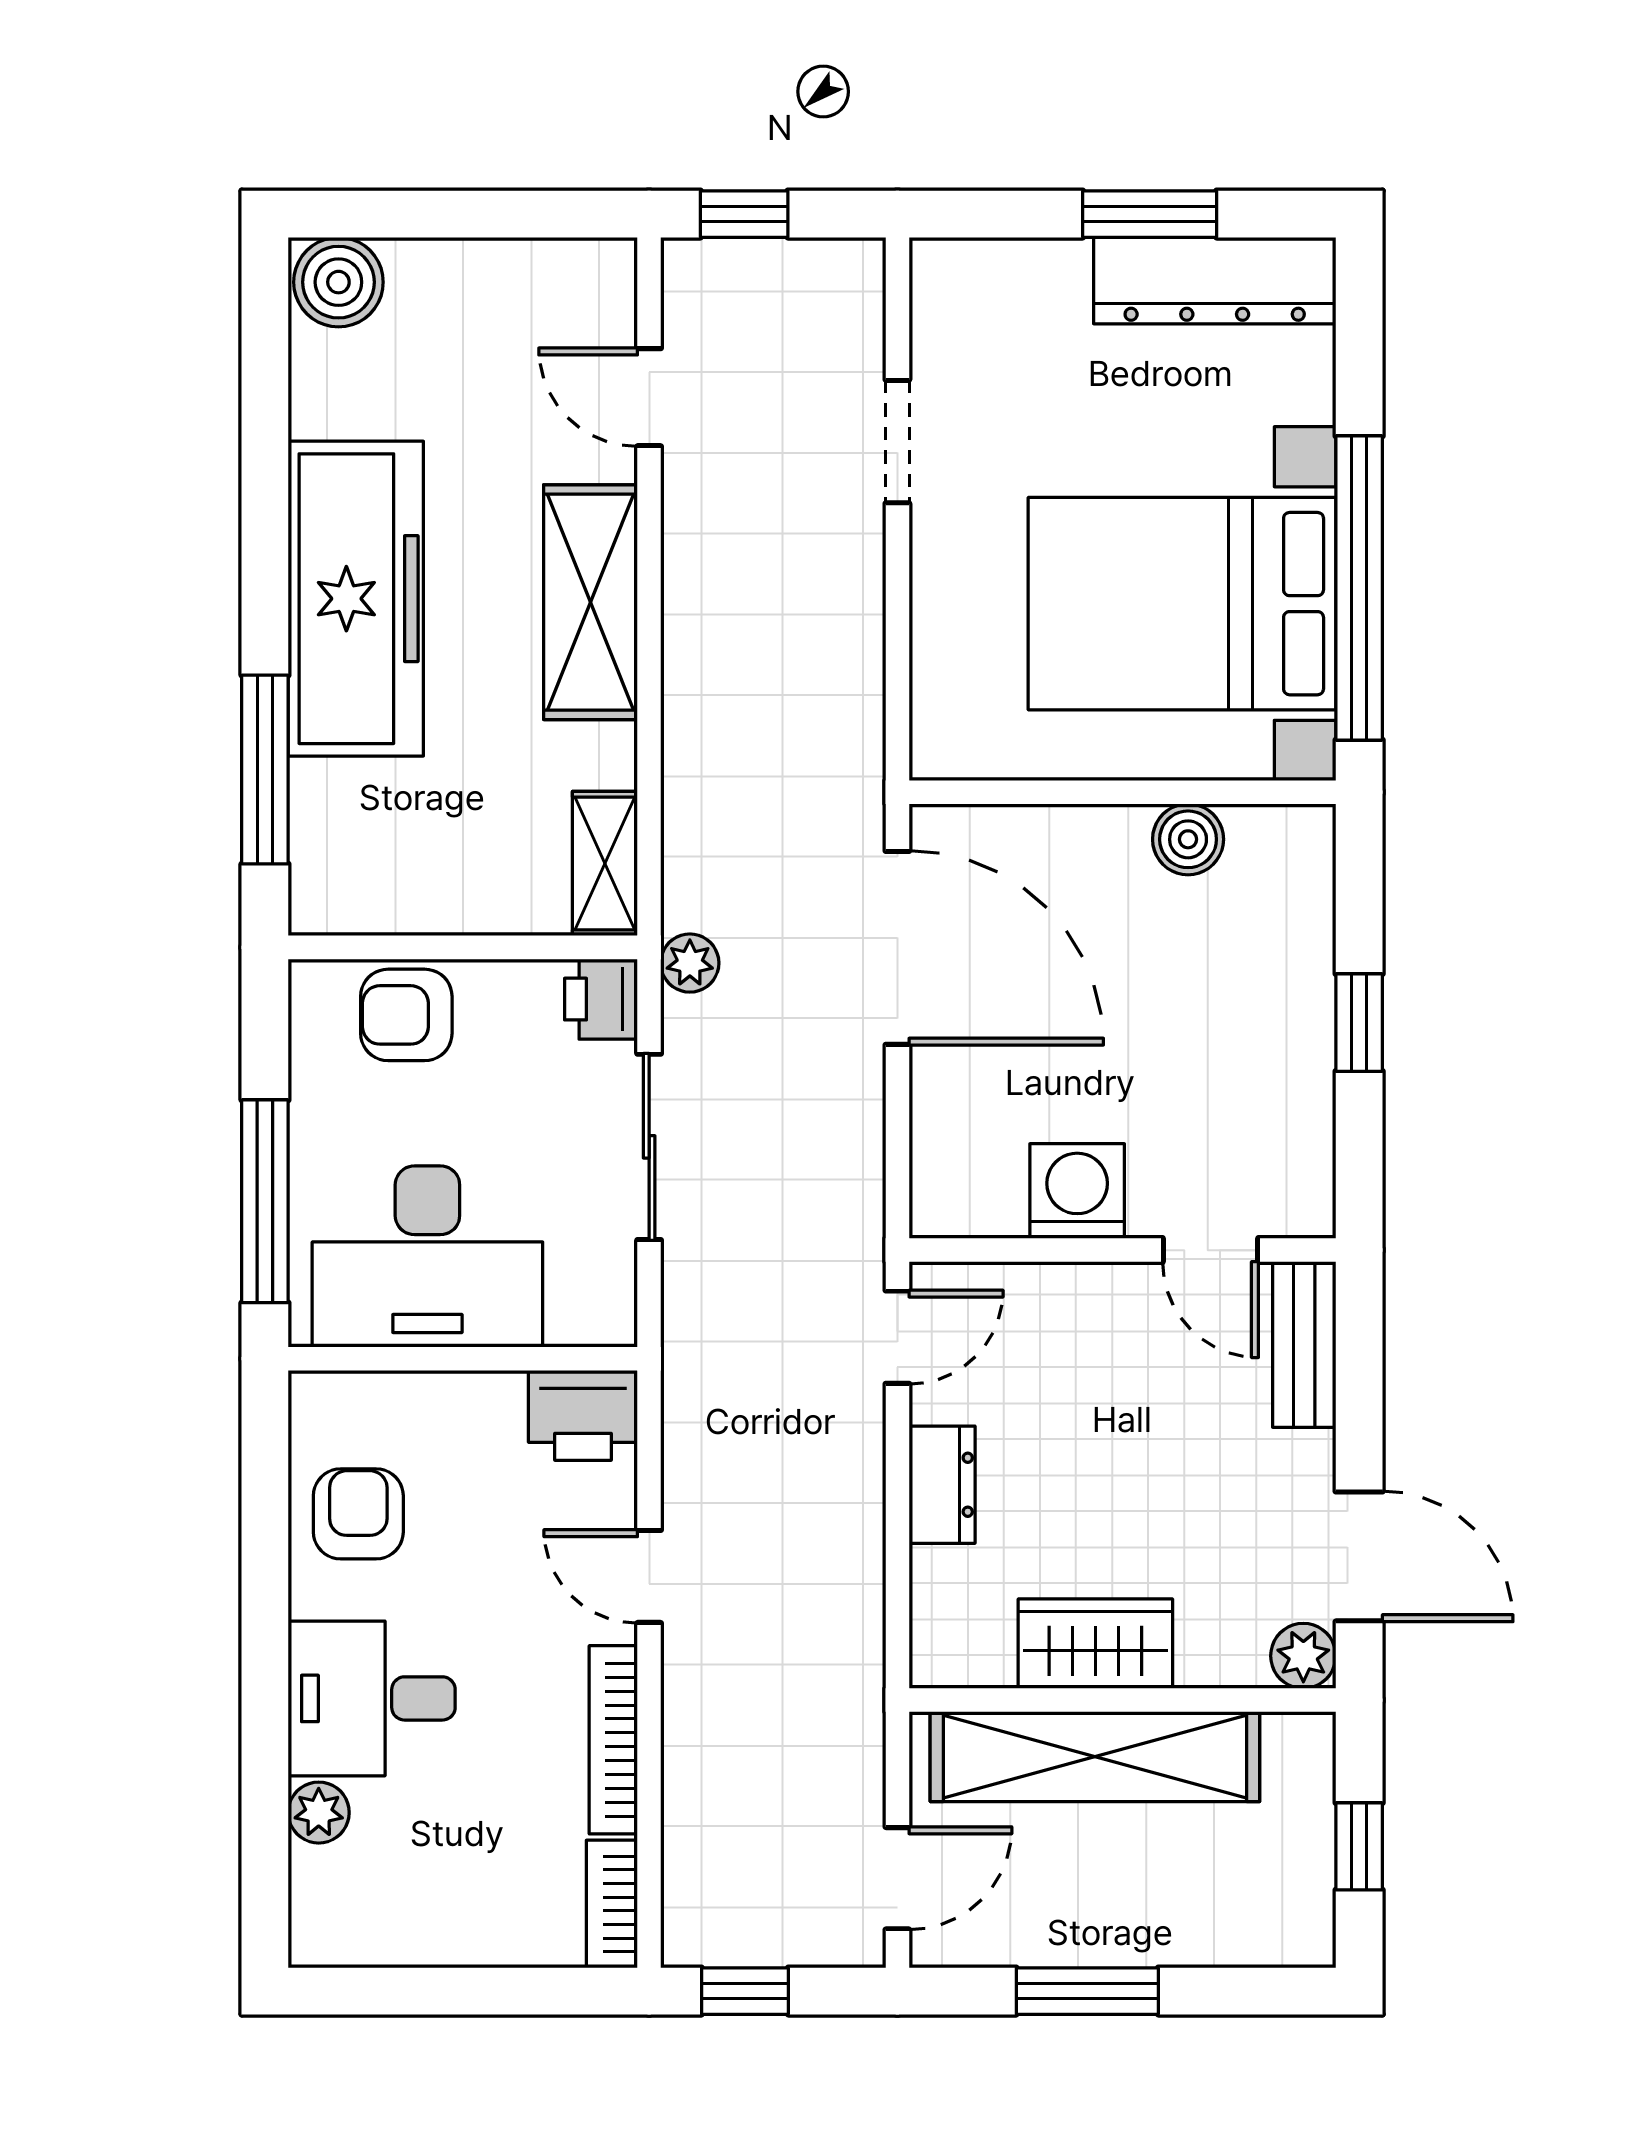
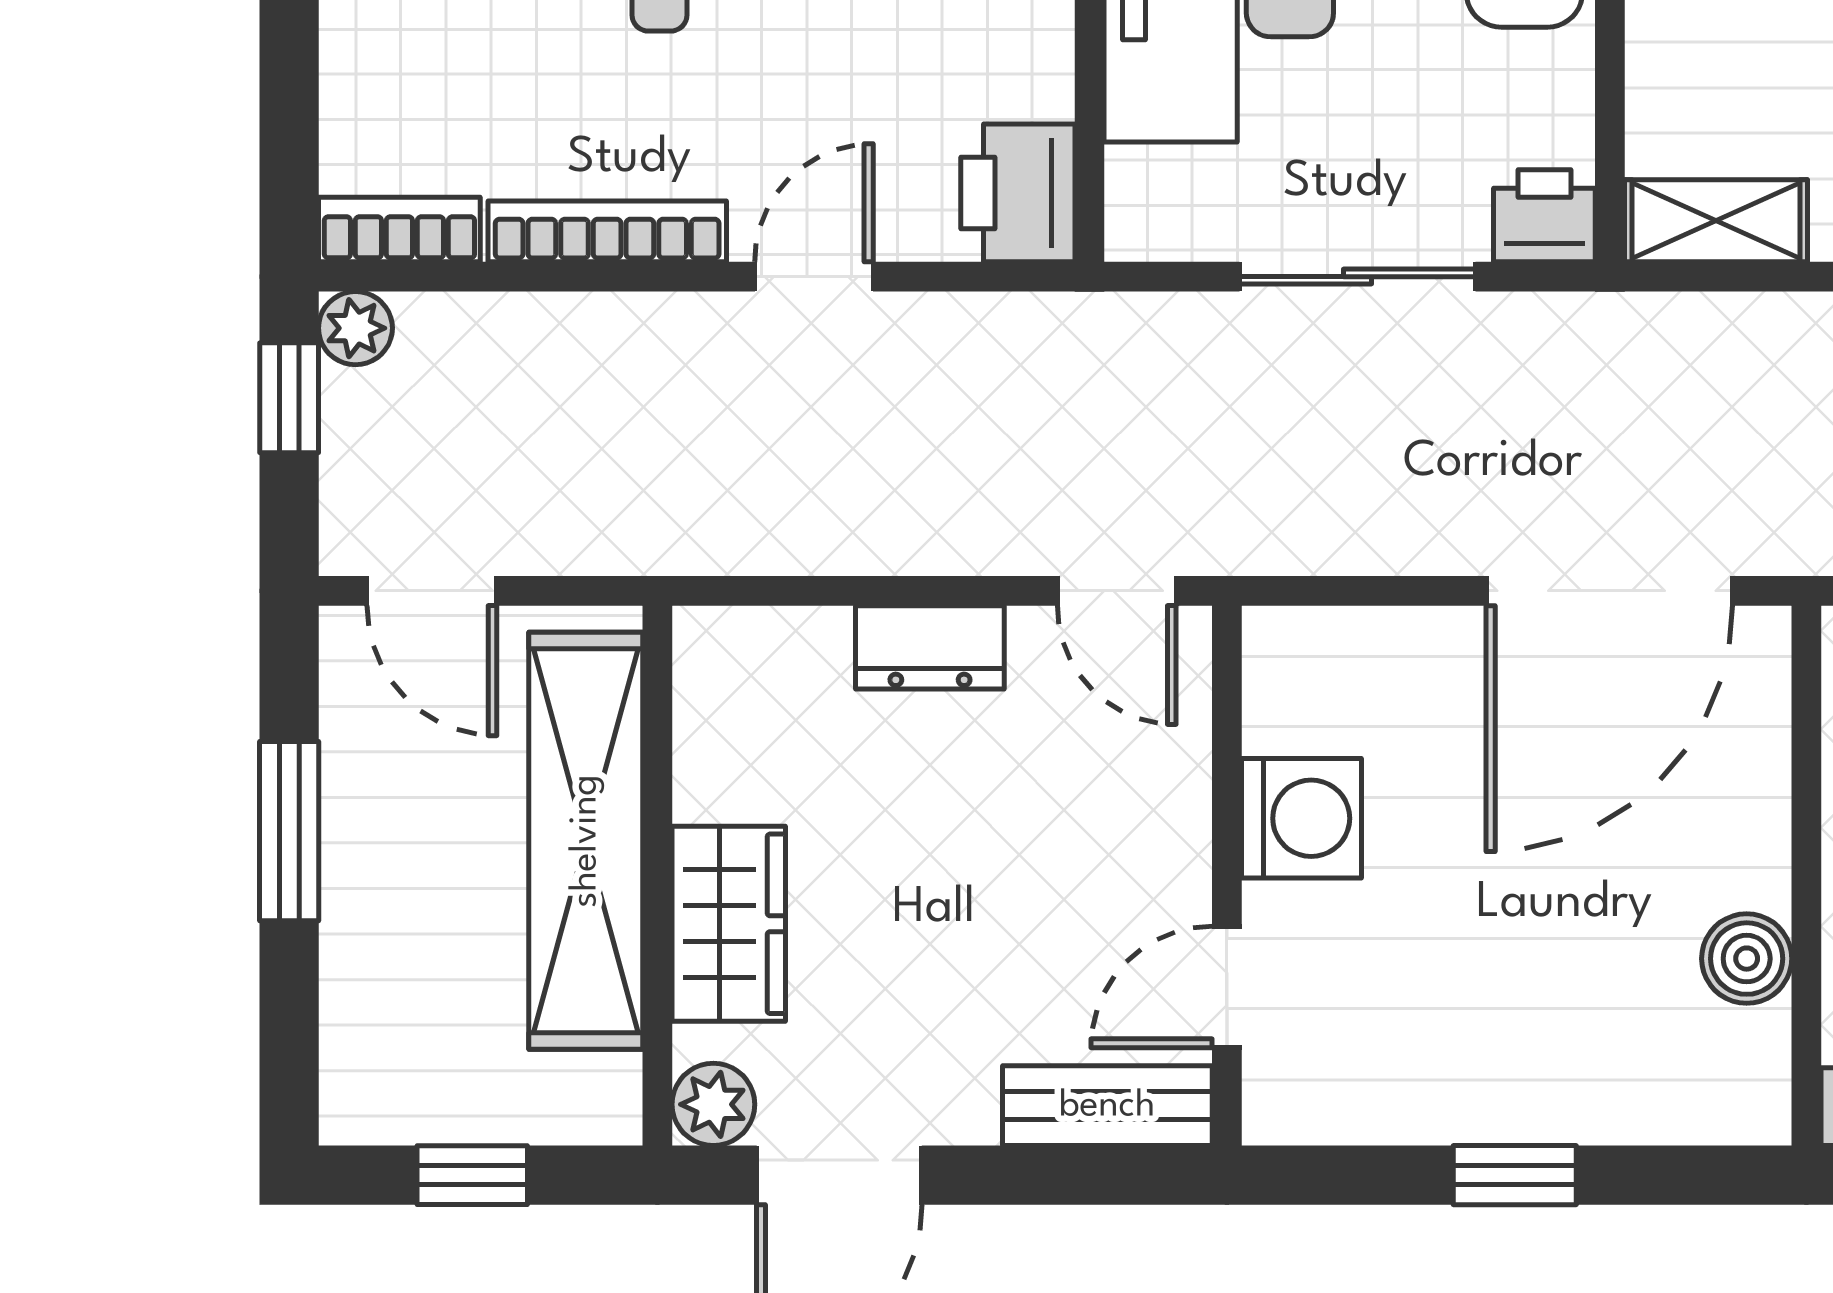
plant: (690, 963) -> (355, 328), moved
wardrobe: (1095, 1644) -> (729, 924), moved

